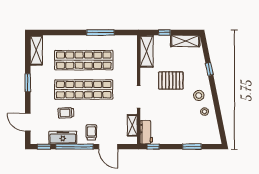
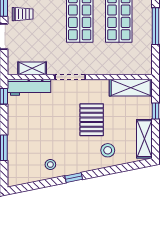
window: (209, 69) -> (74, 178), moved
stool: (199, 95) -> (108, 150), moved
workbench: (146, 132) -> (29, 87), width x1.38

